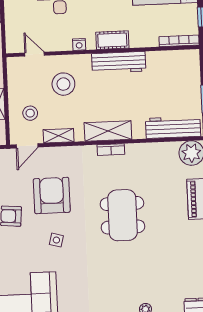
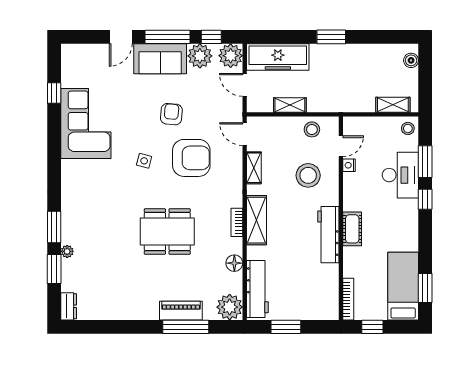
nightstand: (79, 44) -> (349, 165), moved
stool: (30, 113) -> (312, 129), moved
floor lamp: (150, 150) -> (234, 263), added

